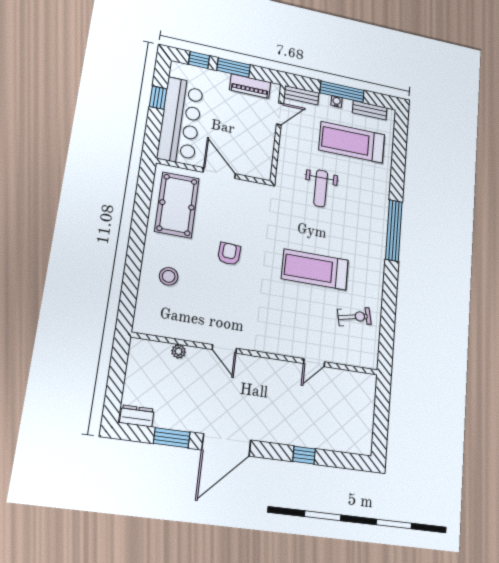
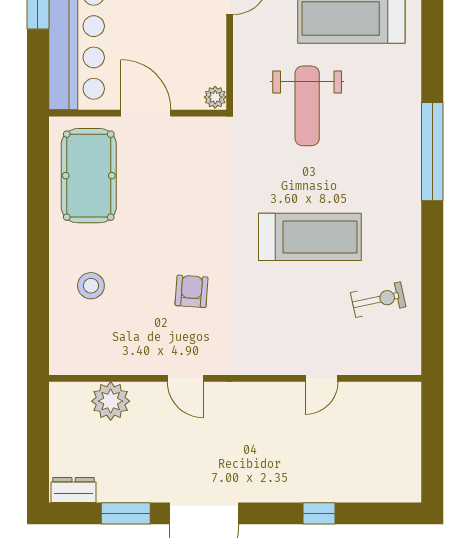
plant: (264, 172) -> (215, 97), added
weight bench: (321, 188) -> (307, 106), width x1.36, depth x1.33
armchair: (229, 254) -> (192, 291), moved
treadmill: (315, 269) -> (310, 237), turned 180
plant: (179, 351) -> (111, 401), width x1.88, depth x1.88

